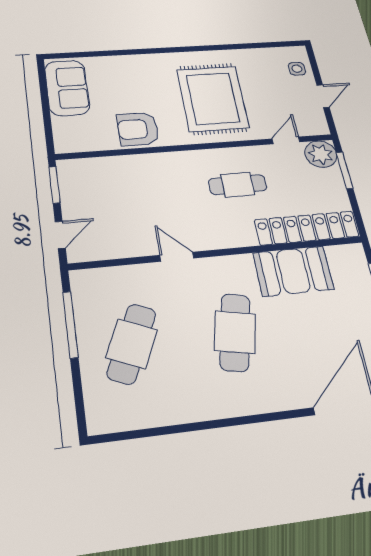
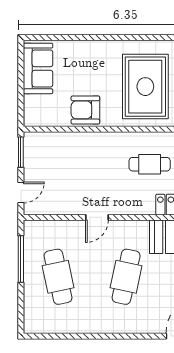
door: (177, 257) -> (97, 217), swing flipped
cafe table: (132, 344) -> (58, 277), turned -36

